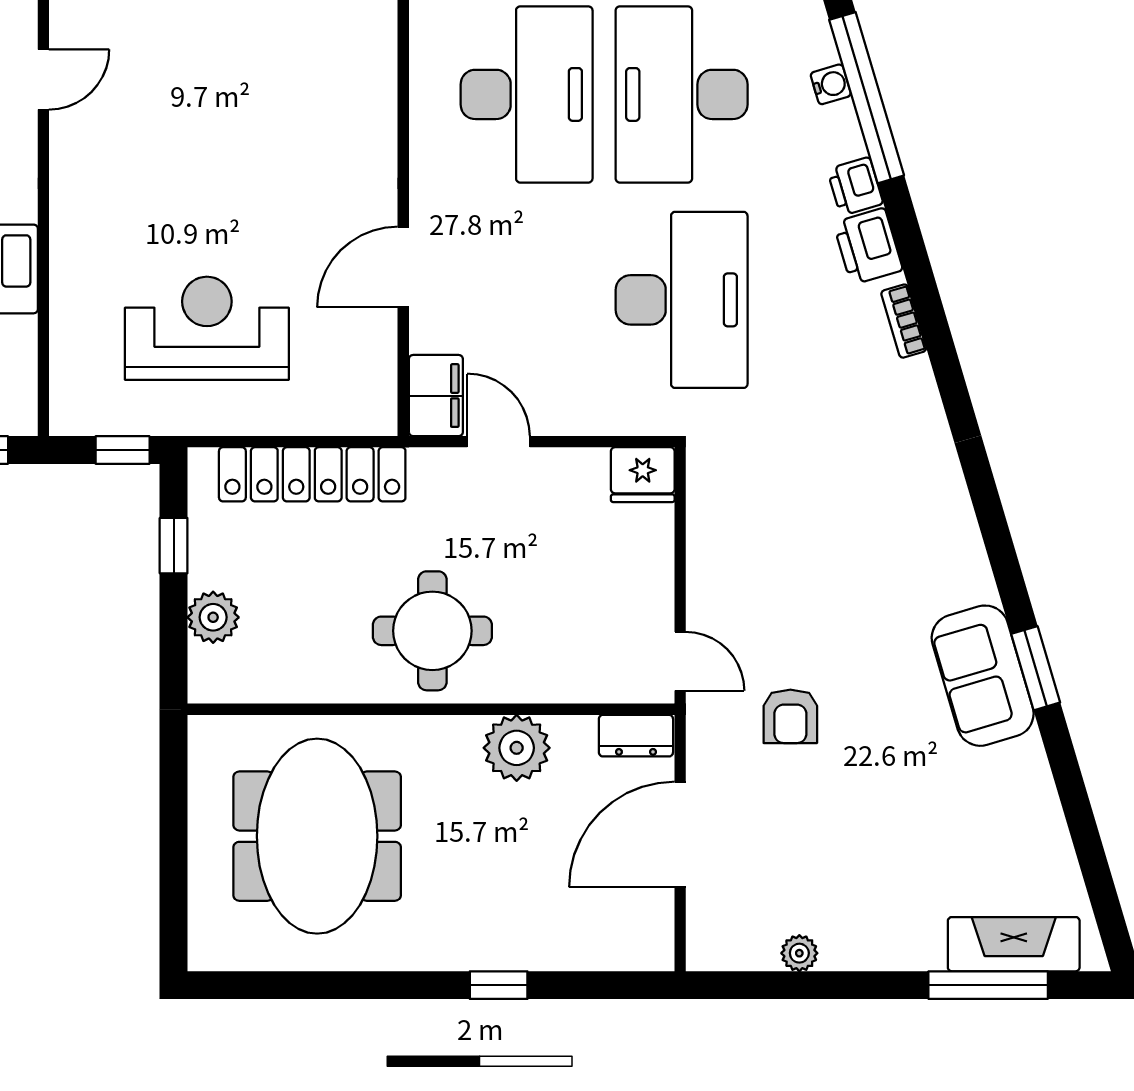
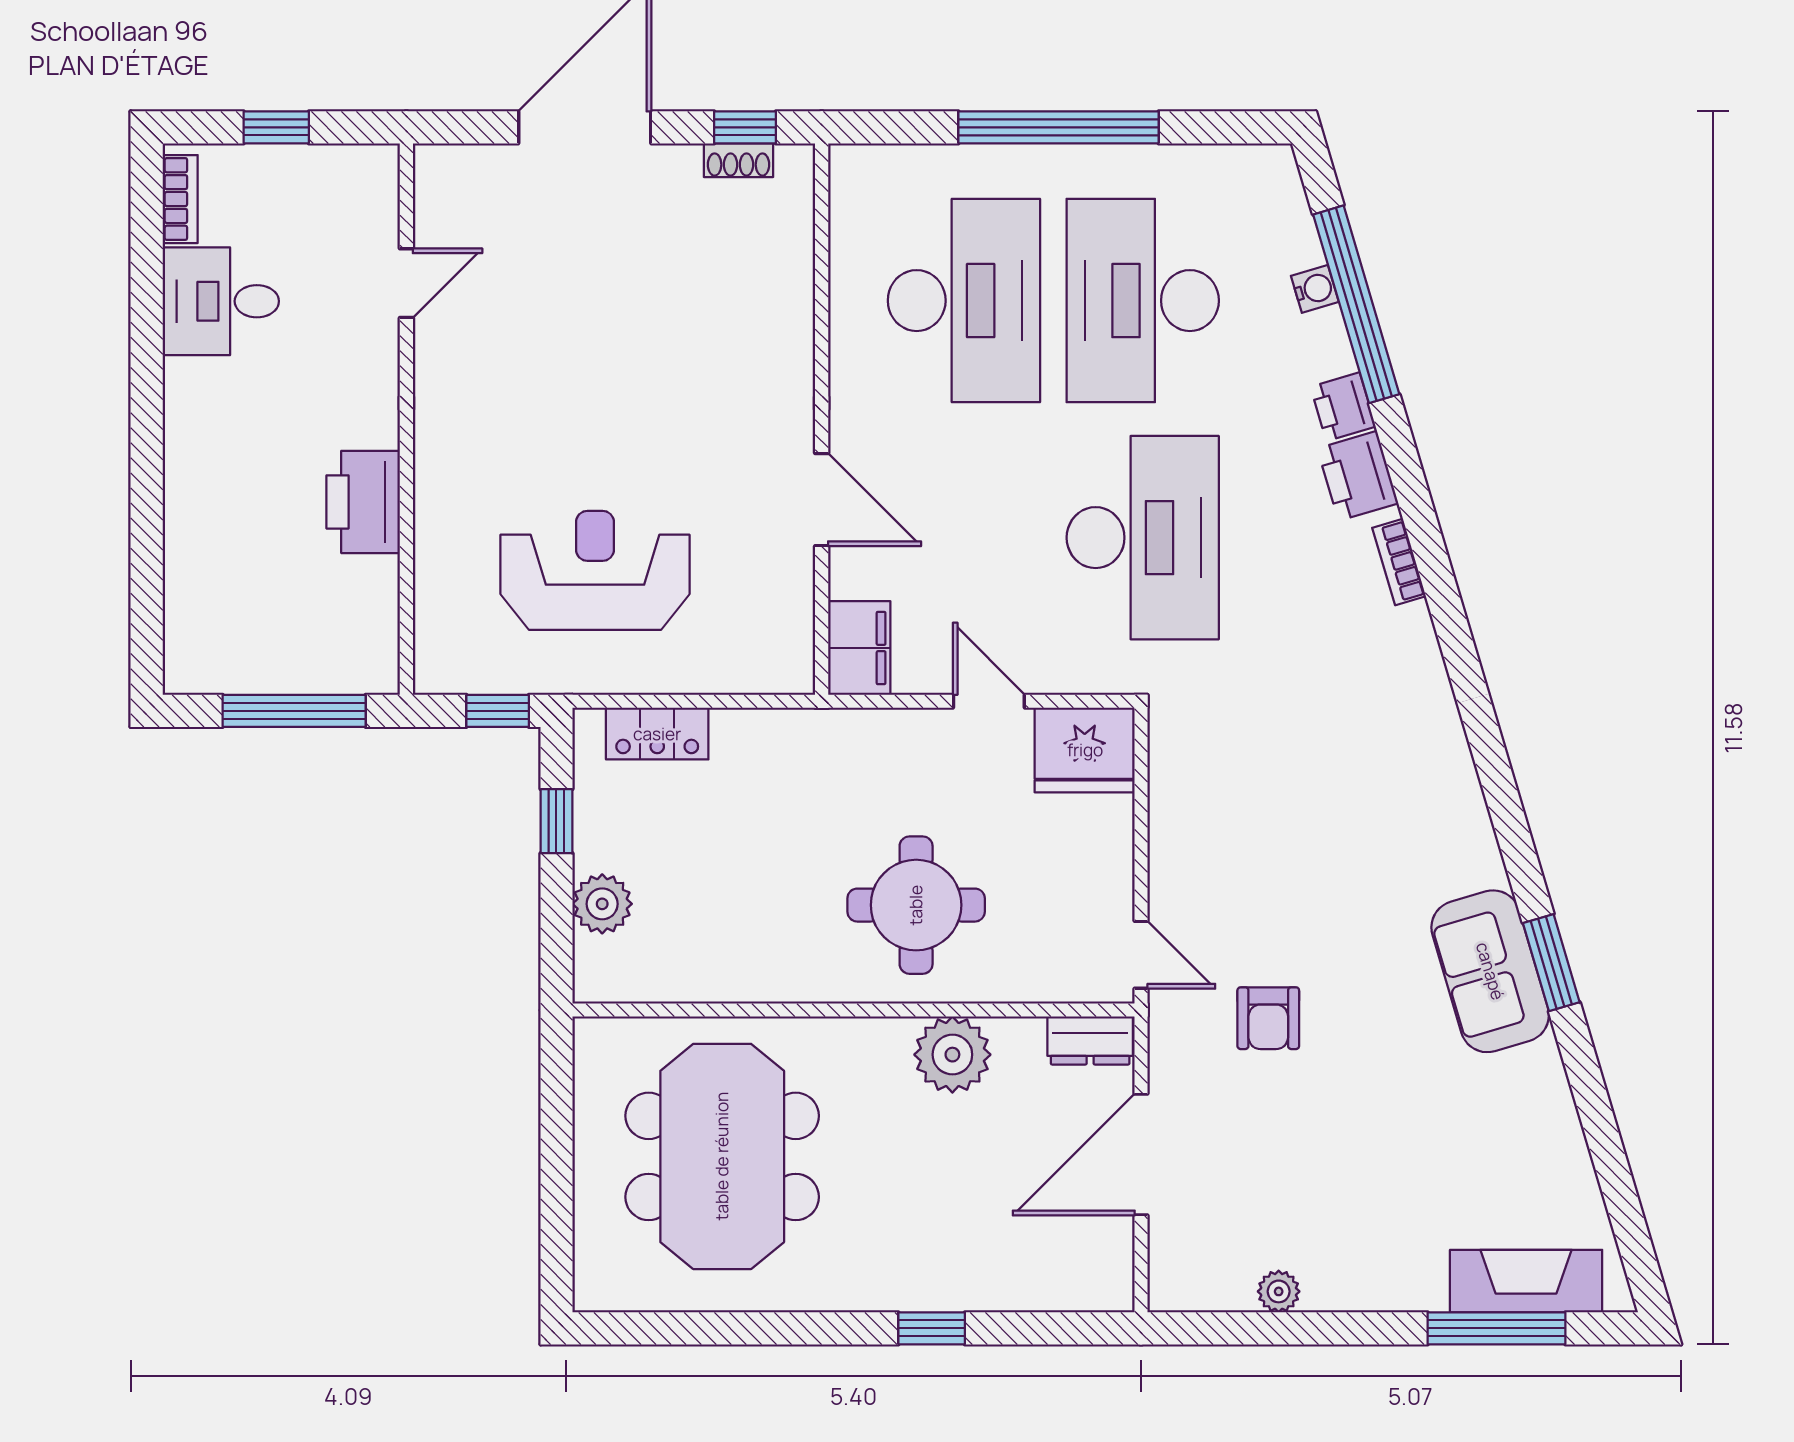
door: (403, 267) -> (822, 500), swing flipped
door: (498, 442) -> (989, 701), moved
locker: (312, 474) -> (657, 734), width x0.46, depth x0.83
fridge: (643, 475) -> (1085, 750), width x1.36, depth x1.34
round table: (432, 631) -> (916, 905), moved

